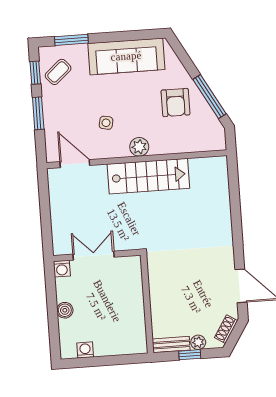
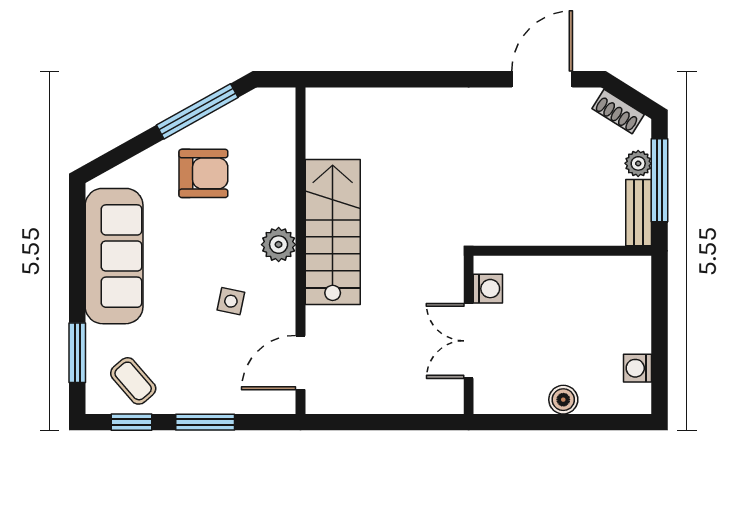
washing machine: (62, 269) -> (488, 289), moved
window: (190, 355) -> (659, 180), width x2.17

